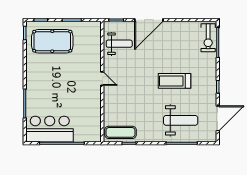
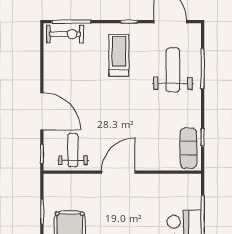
door: (102, 79) -> (118, 172), width x1.88
treadmill: (175, 81) -> (119, 55), moved, turned 180

